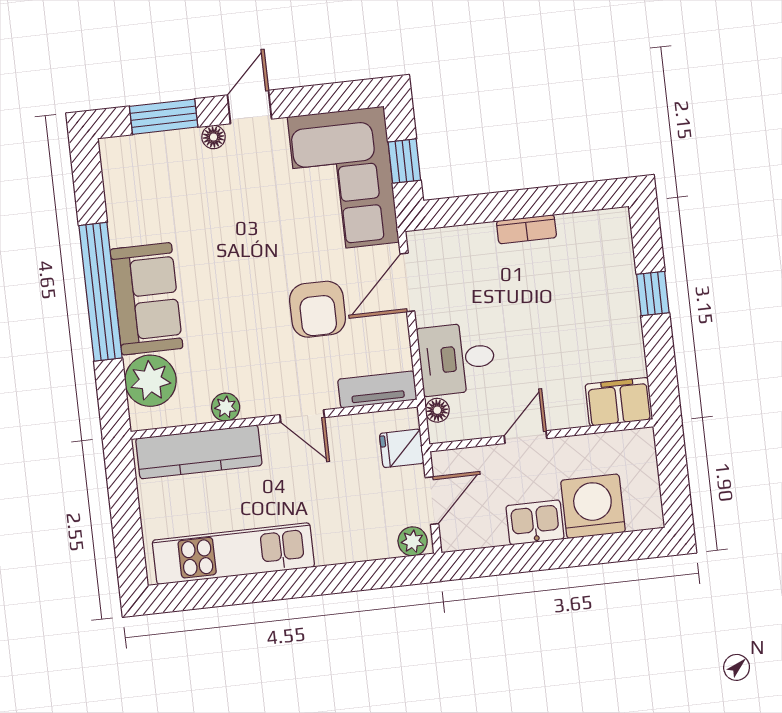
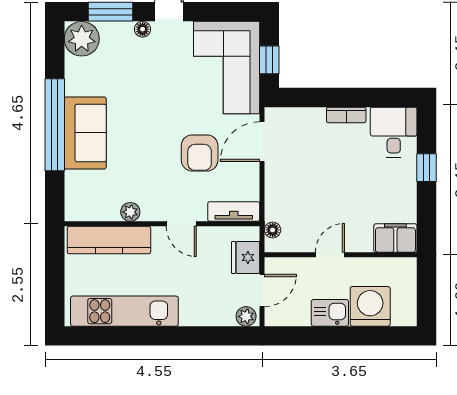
desk: (457, 359) -> (394, 132), moved, turned 90
plant: (150, 381) -> (82, 39), moved
fridge: (402, 448) -> (246, 257), width x1.38

